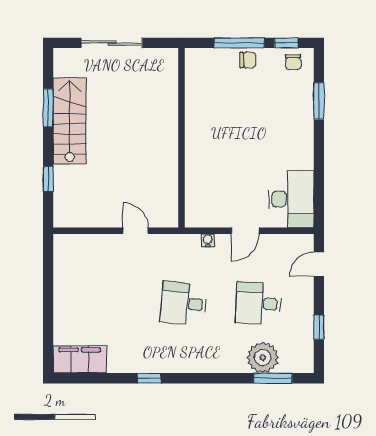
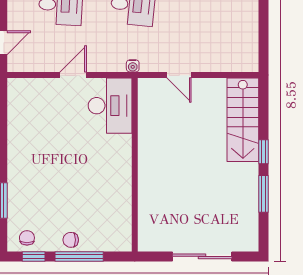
stairs: (70, 121) -> (243, 120), moved
window: (48, 179) -> (263, 152), moved
desk: (291, 199) -> (110, 106), moved, turned 180
water cooler: (208, 240) -> (133, 66), moved

